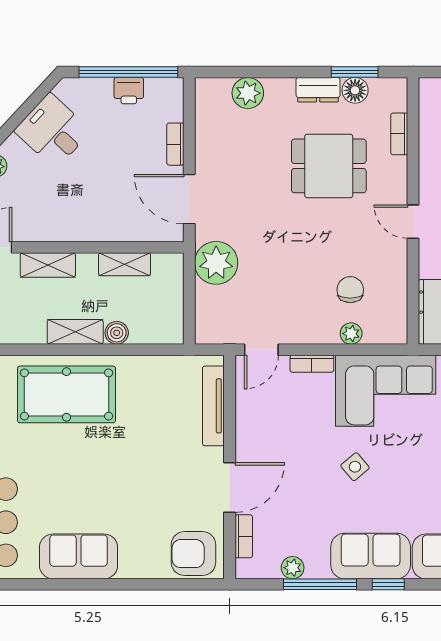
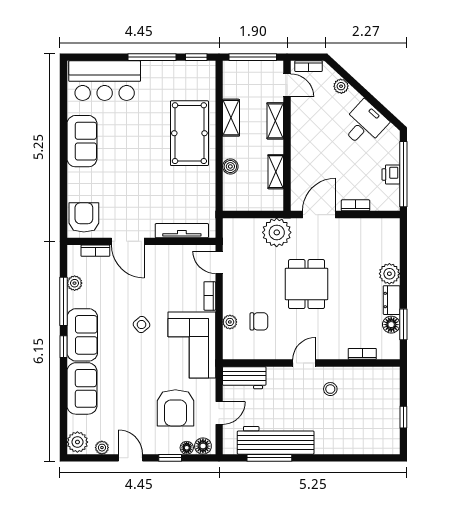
plant: (248, 93) -> (389, 274), moved
dining table: (329, 166) -> (307, 284), moved
shelving: (75, 332) -> (231, 118), moved

